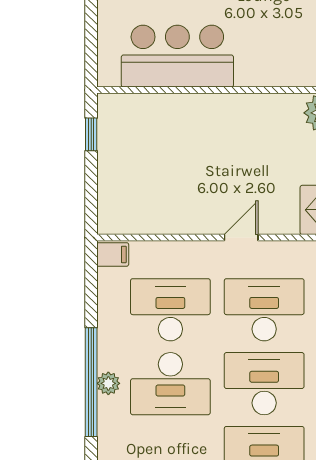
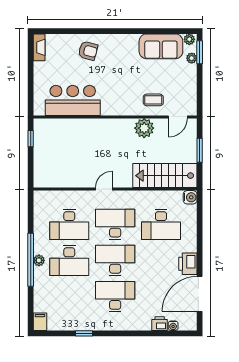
filing cabinet: (113, 254) -> (41, 197), removed
desk: (170, 310) -> (69, 224), turned 180

